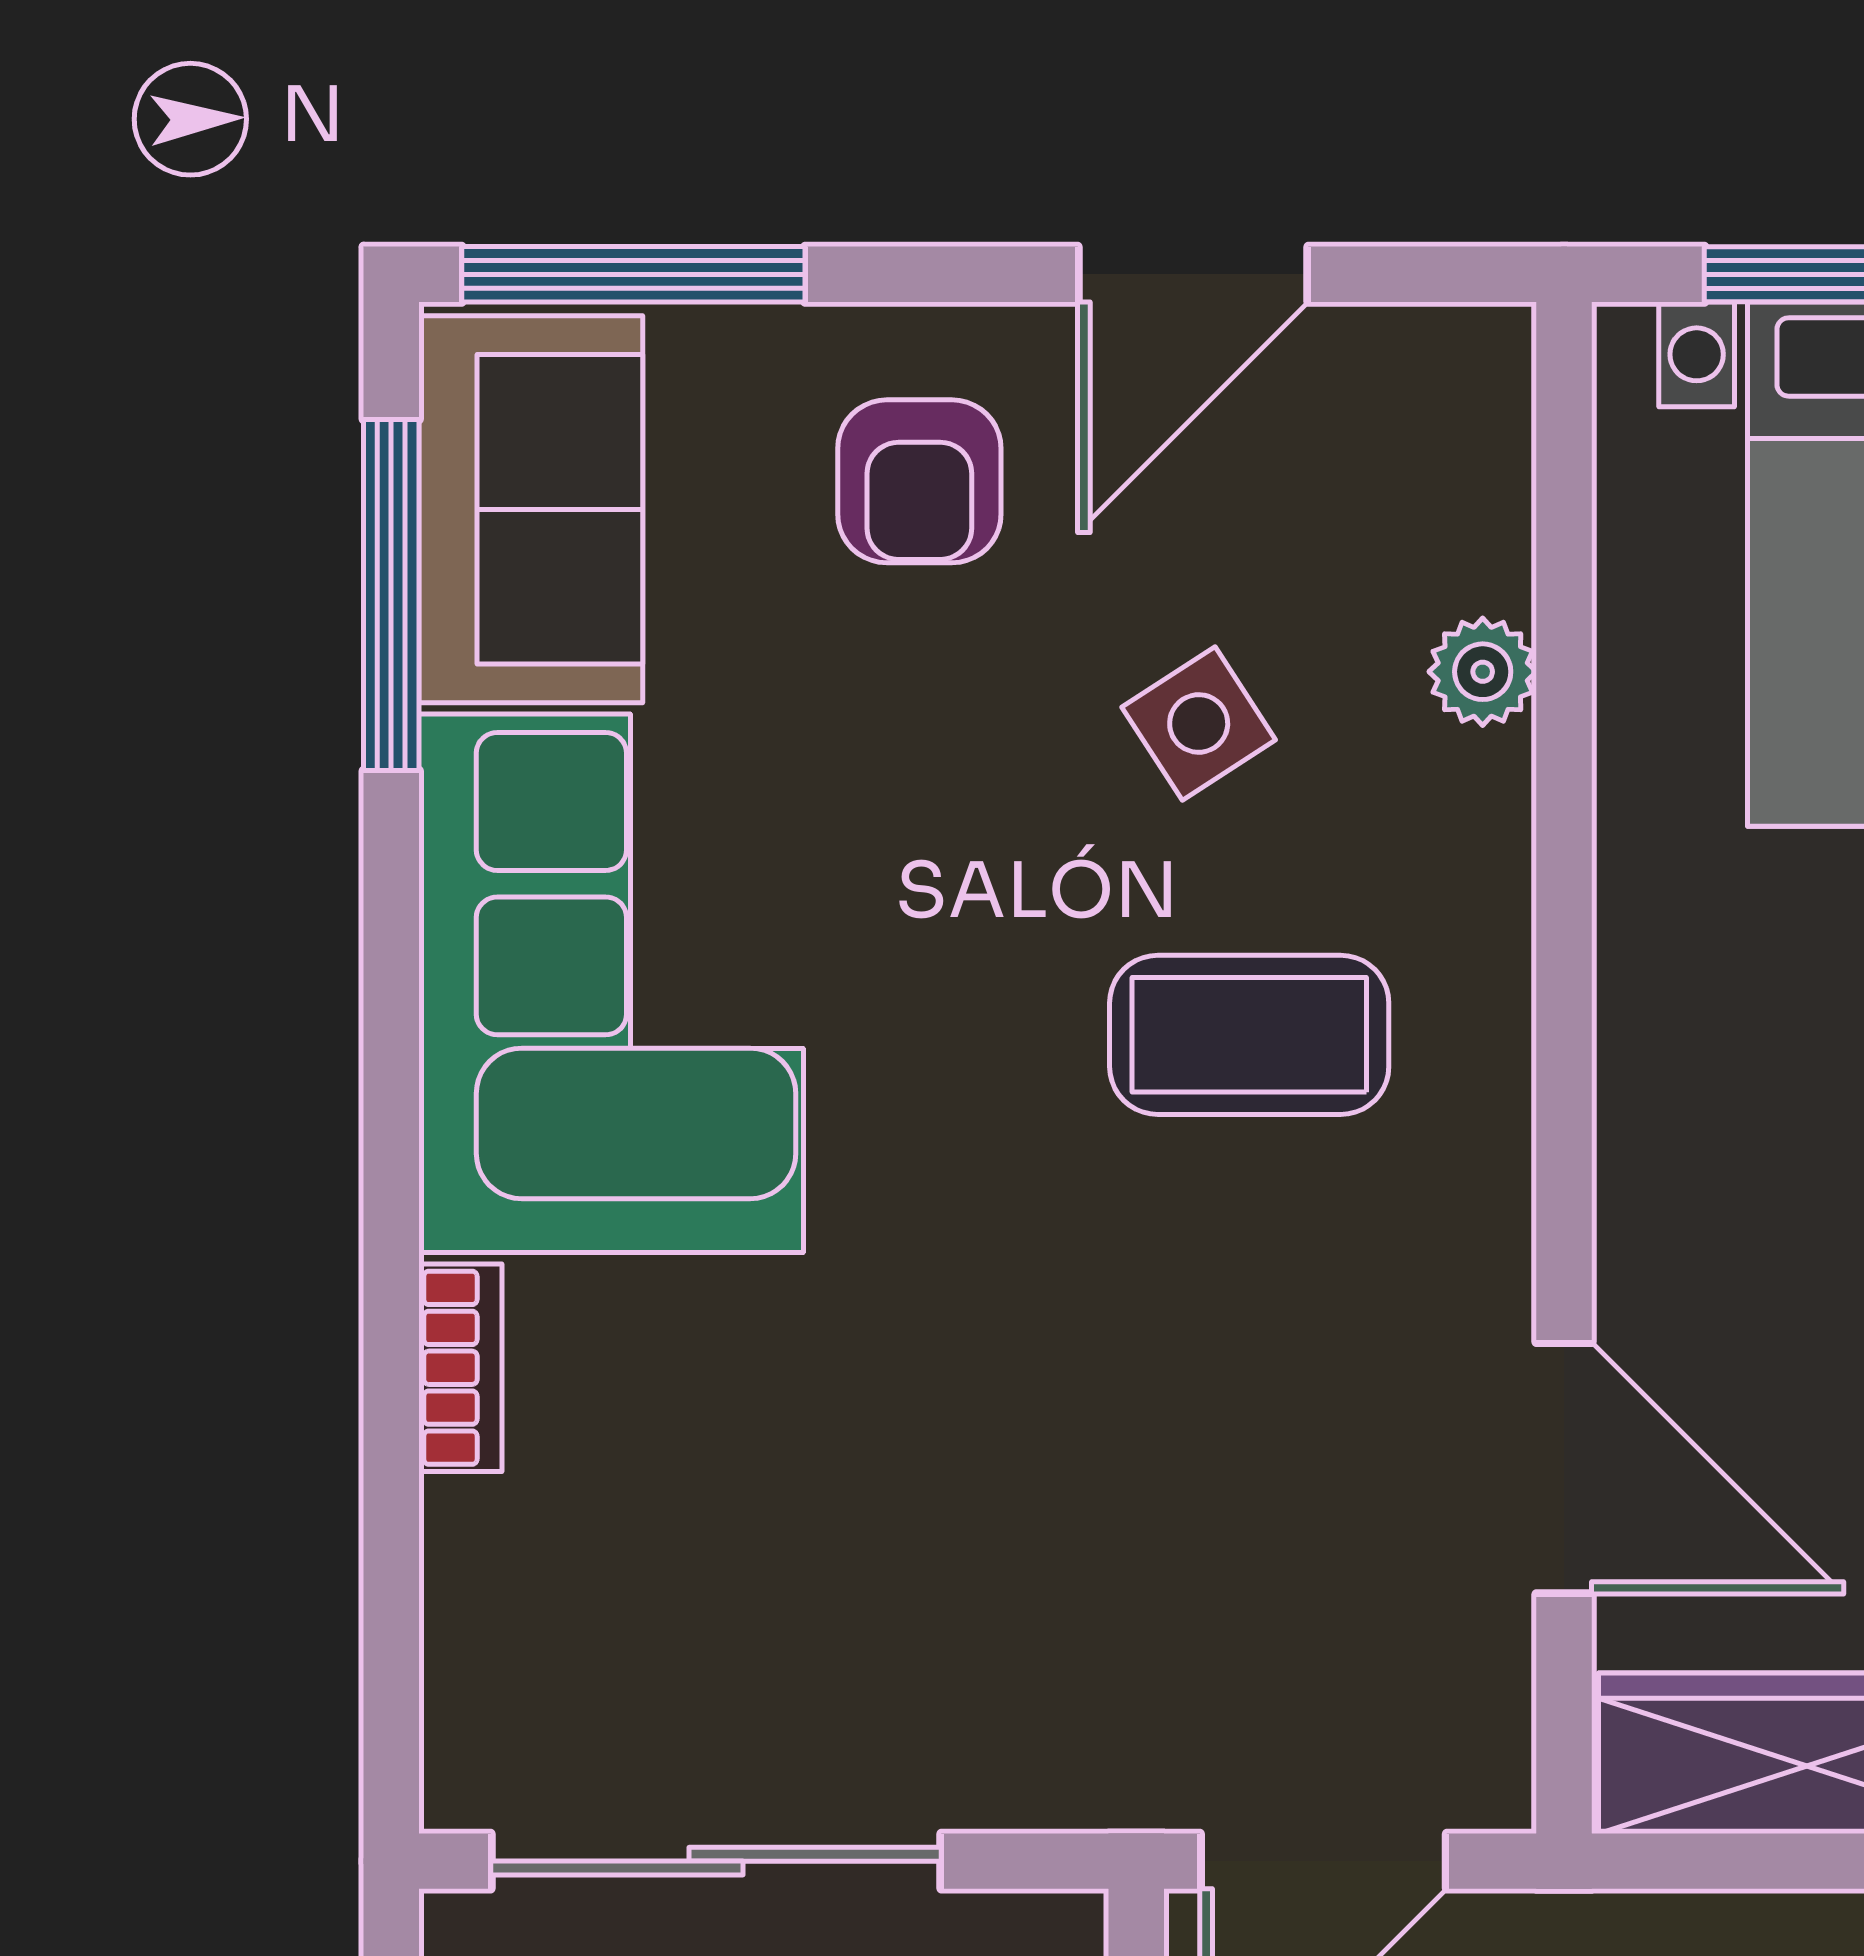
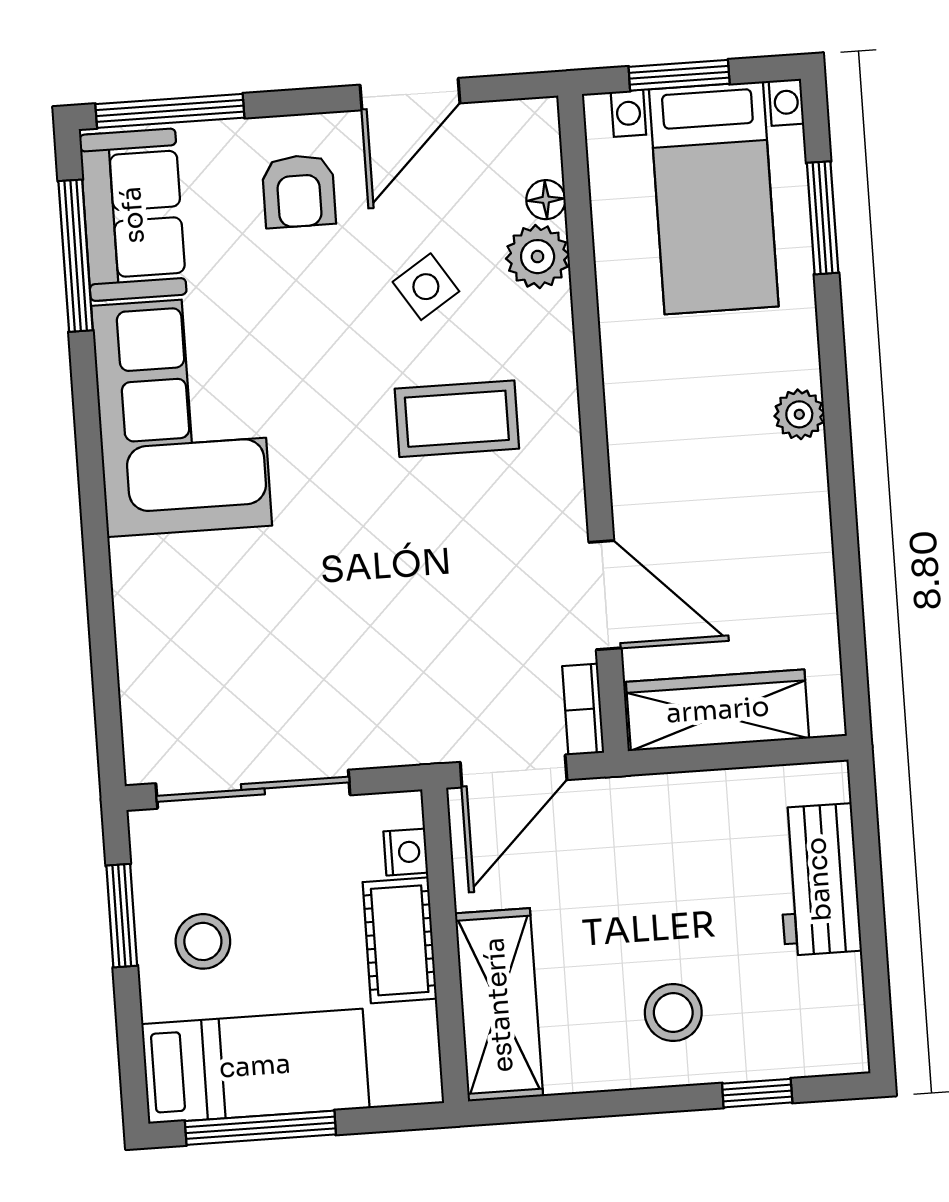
floor lamp: (1491, 541) -> (546, 200), added
plant: (1483, 672) -> (538, 257), width x1.38, depth x1.38
bookcase: (460, 1368) -> (583, 709), moved, turned 180

